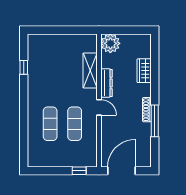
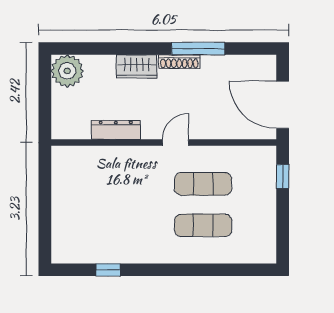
plant: (110, 43) -> (67, 71), moved
shelving: (90, 71) -> (113, 158), removed
wardrobe: (144, 71) -> (137, 66), moved
dresser: (107, 83) -> (116, 130), moved

